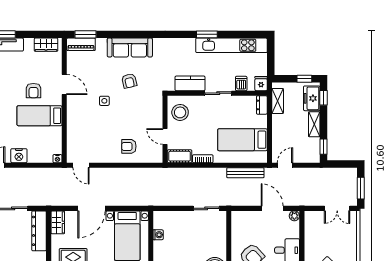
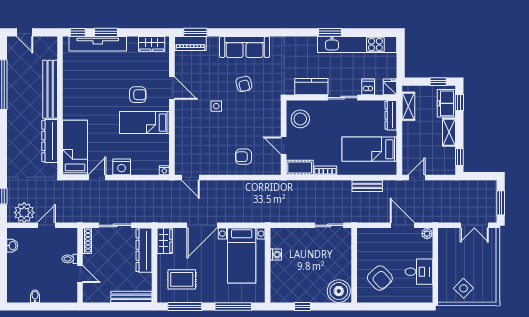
armchair: (33, 91) -> (138, 95), turned -90
dresser: (262, 105) -> (391, 115), width x1.44
bench: (245, 173) -> (367, 186), width x0.73

